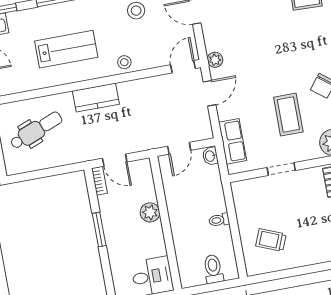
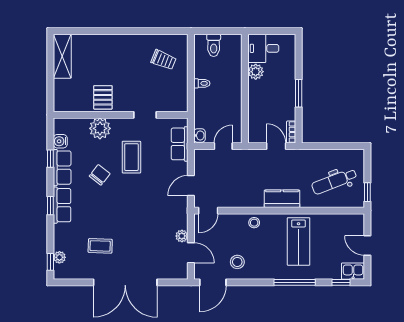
lab bench: (66, 49) -> (299, 241), turned -90
plant: (215, 60) -> (182, 236), moved
plant: (150, 212) -> (256, 72), moved

